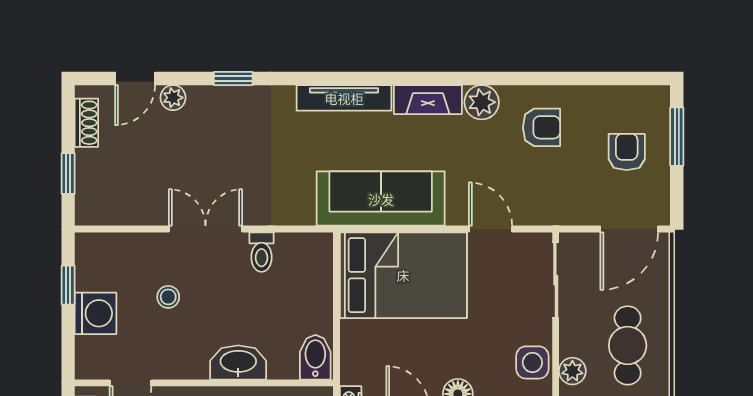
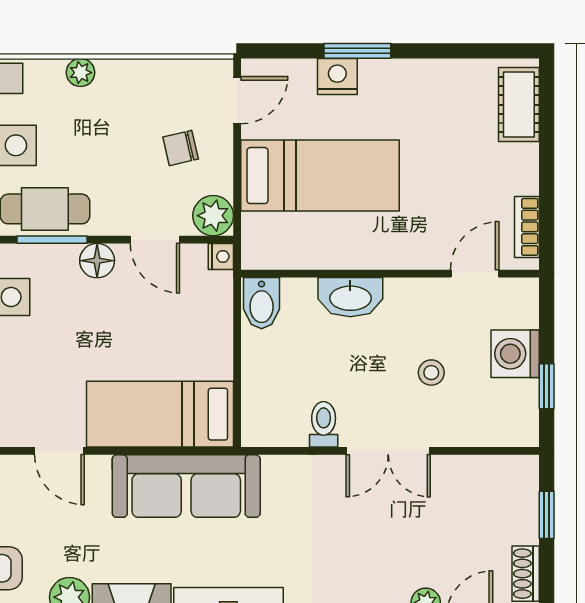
bed: (403, 275) -> (160, 414), width x0.67

